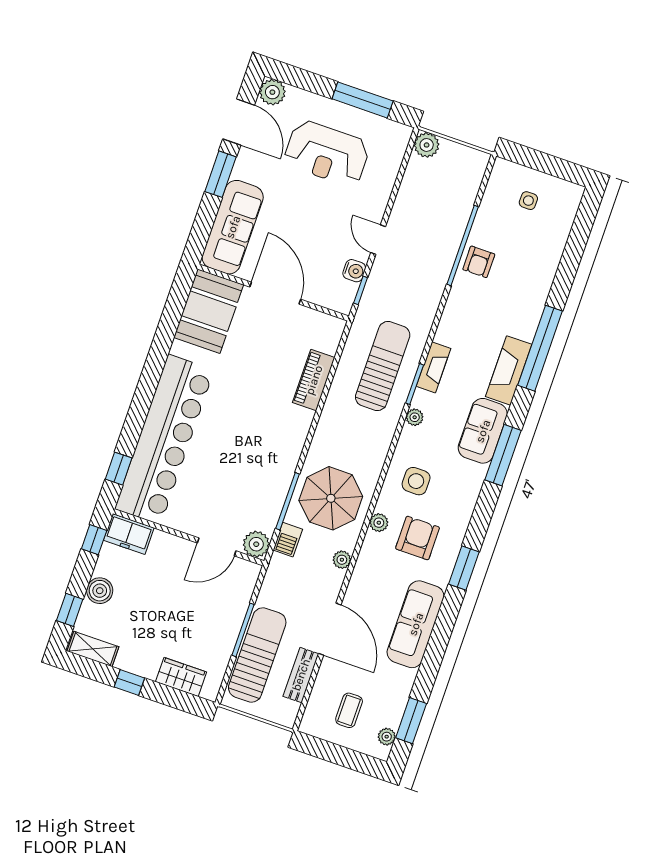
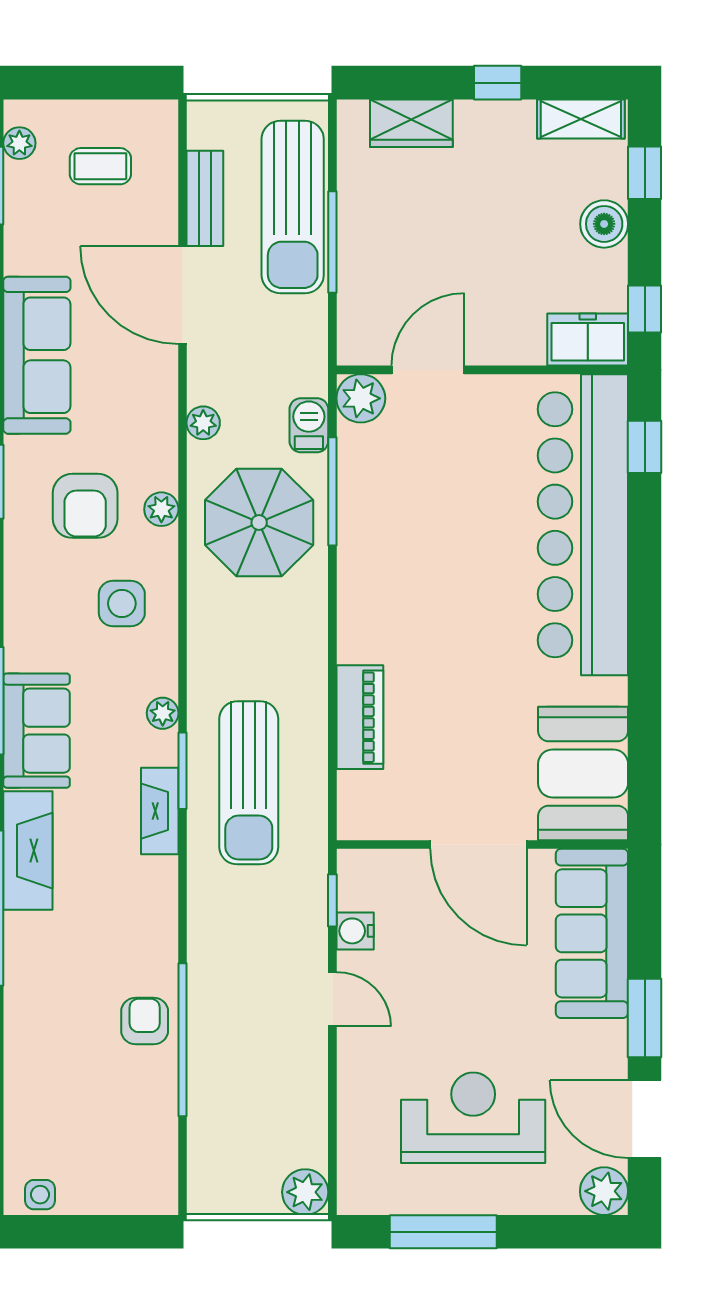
side table: (528, 201) -> (40, 1195), moved
coffee table: (349, 710) -> (100, 166), turned 90

